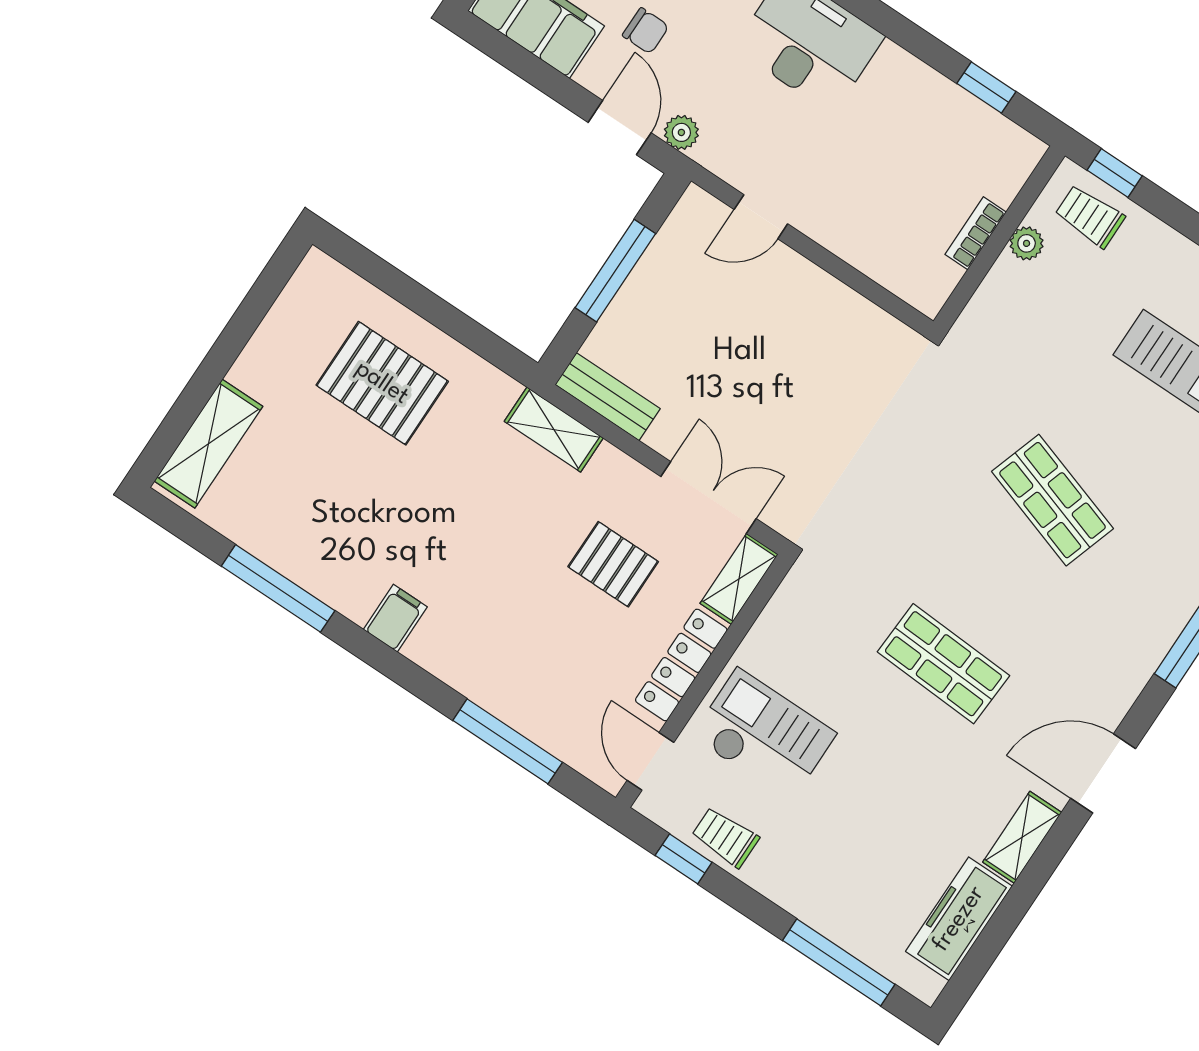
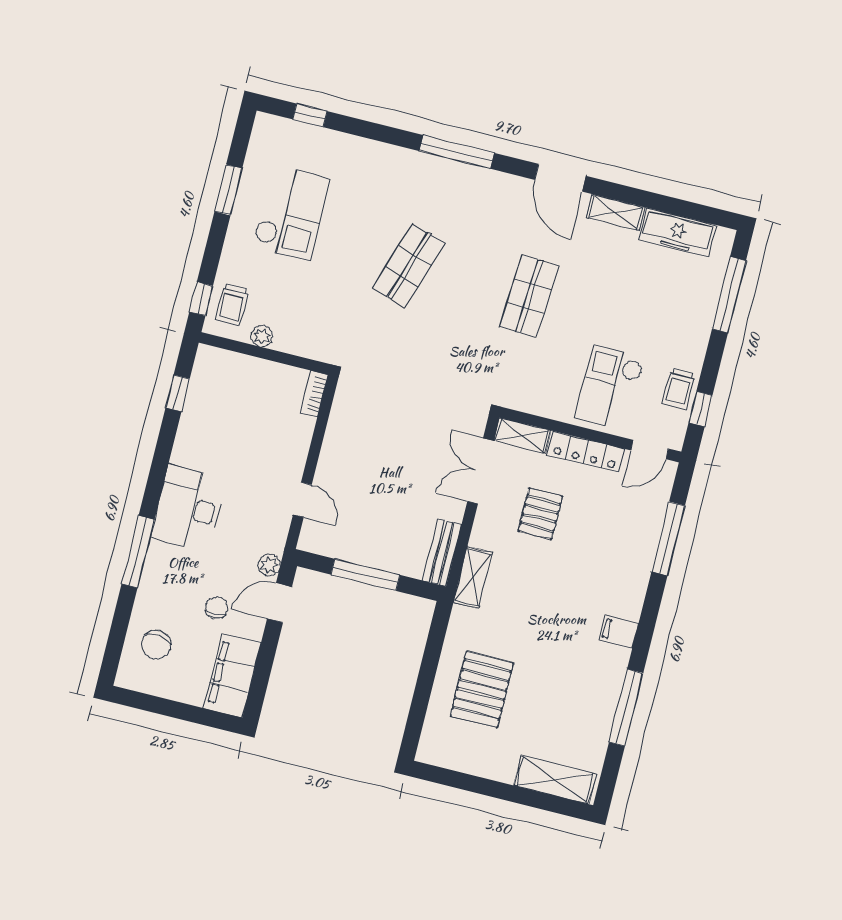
bookcase: (976, 233) -> (314, 394), moved, turned 90

